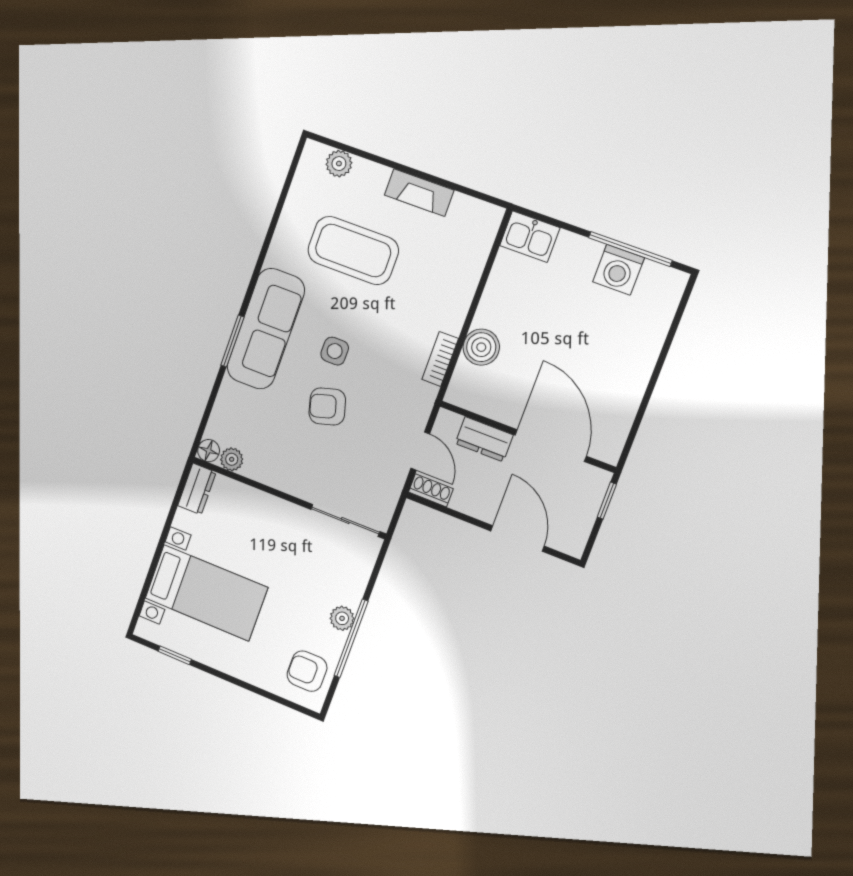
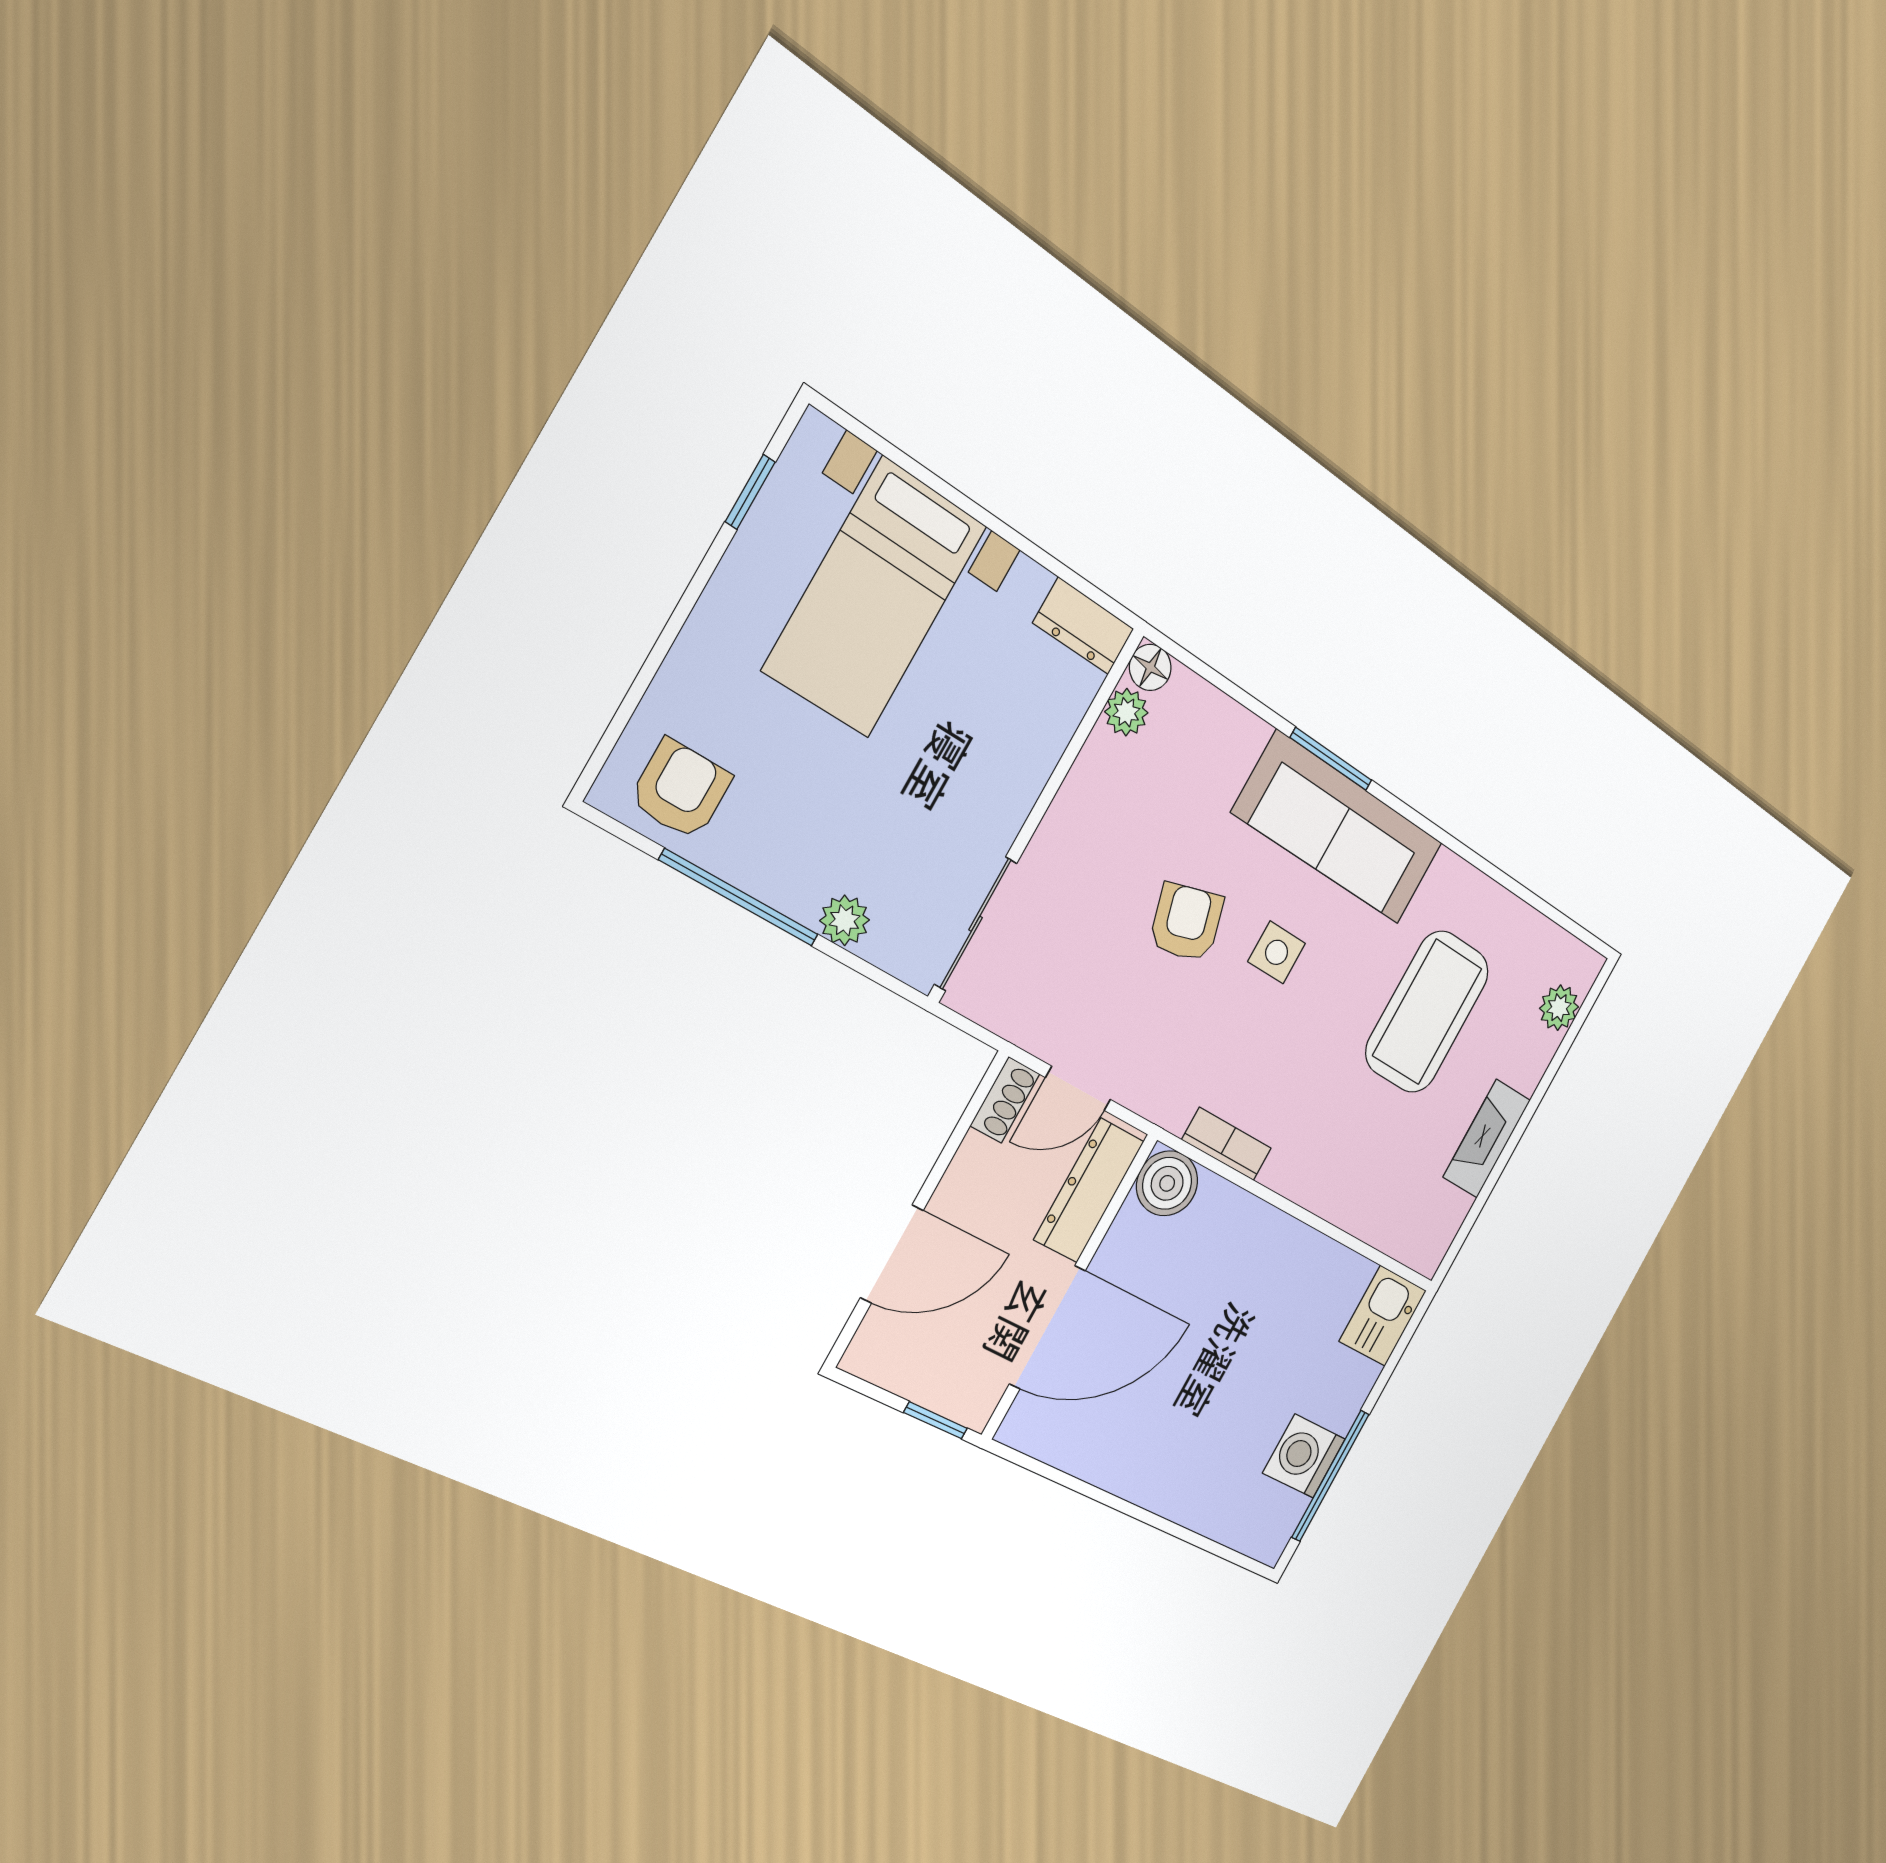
boiler: (481, 347) -> (1167, 1183), moved
dresser: (484, 439) -> (1089, 1190), width x1.44
plant: (342, 618) -> (845, 920), moved

